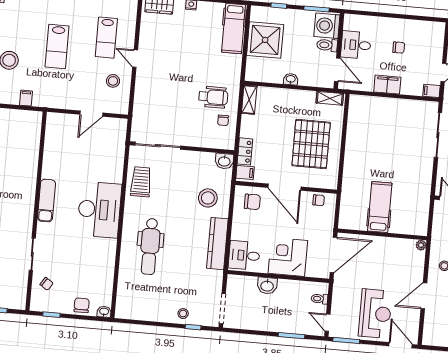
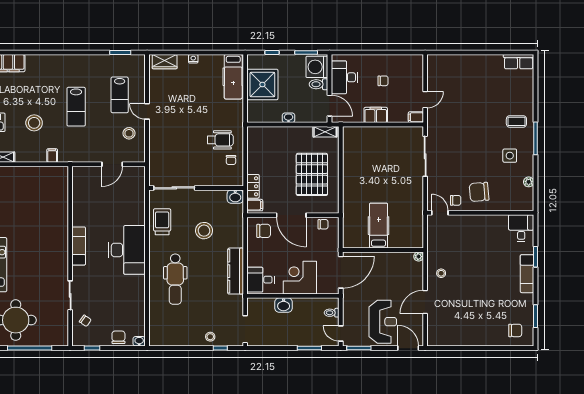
desk: (356, 45) -> (344, 77), width x1.37
shelving: (249, 100) -> (253, 139), removed
stool: (208, 198) -> (204, 231), moved

